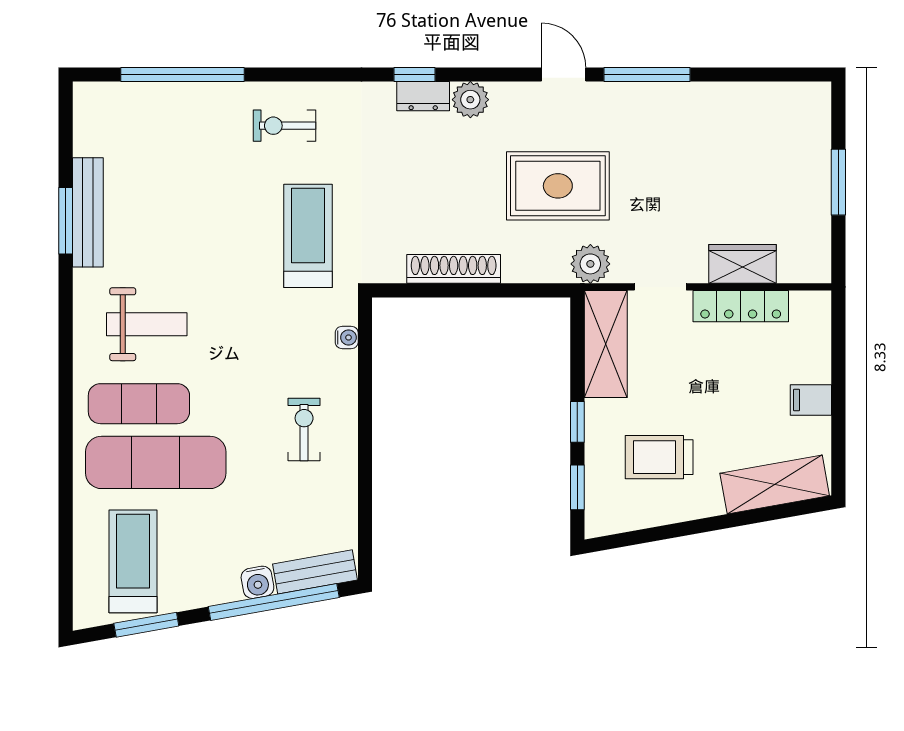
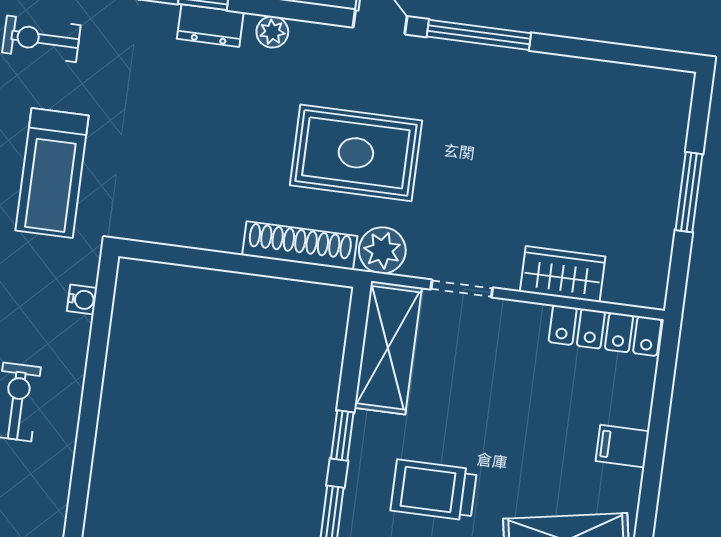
plant: (470, 100) -> (272, 32), width x0.73, depth x0.73
treadmill: (308, 236) -> (52, 173), turned 180
shoe rack: (454, 269) -> (300, 246), moved
locker: (741, 306) -> (605, 331), moved

